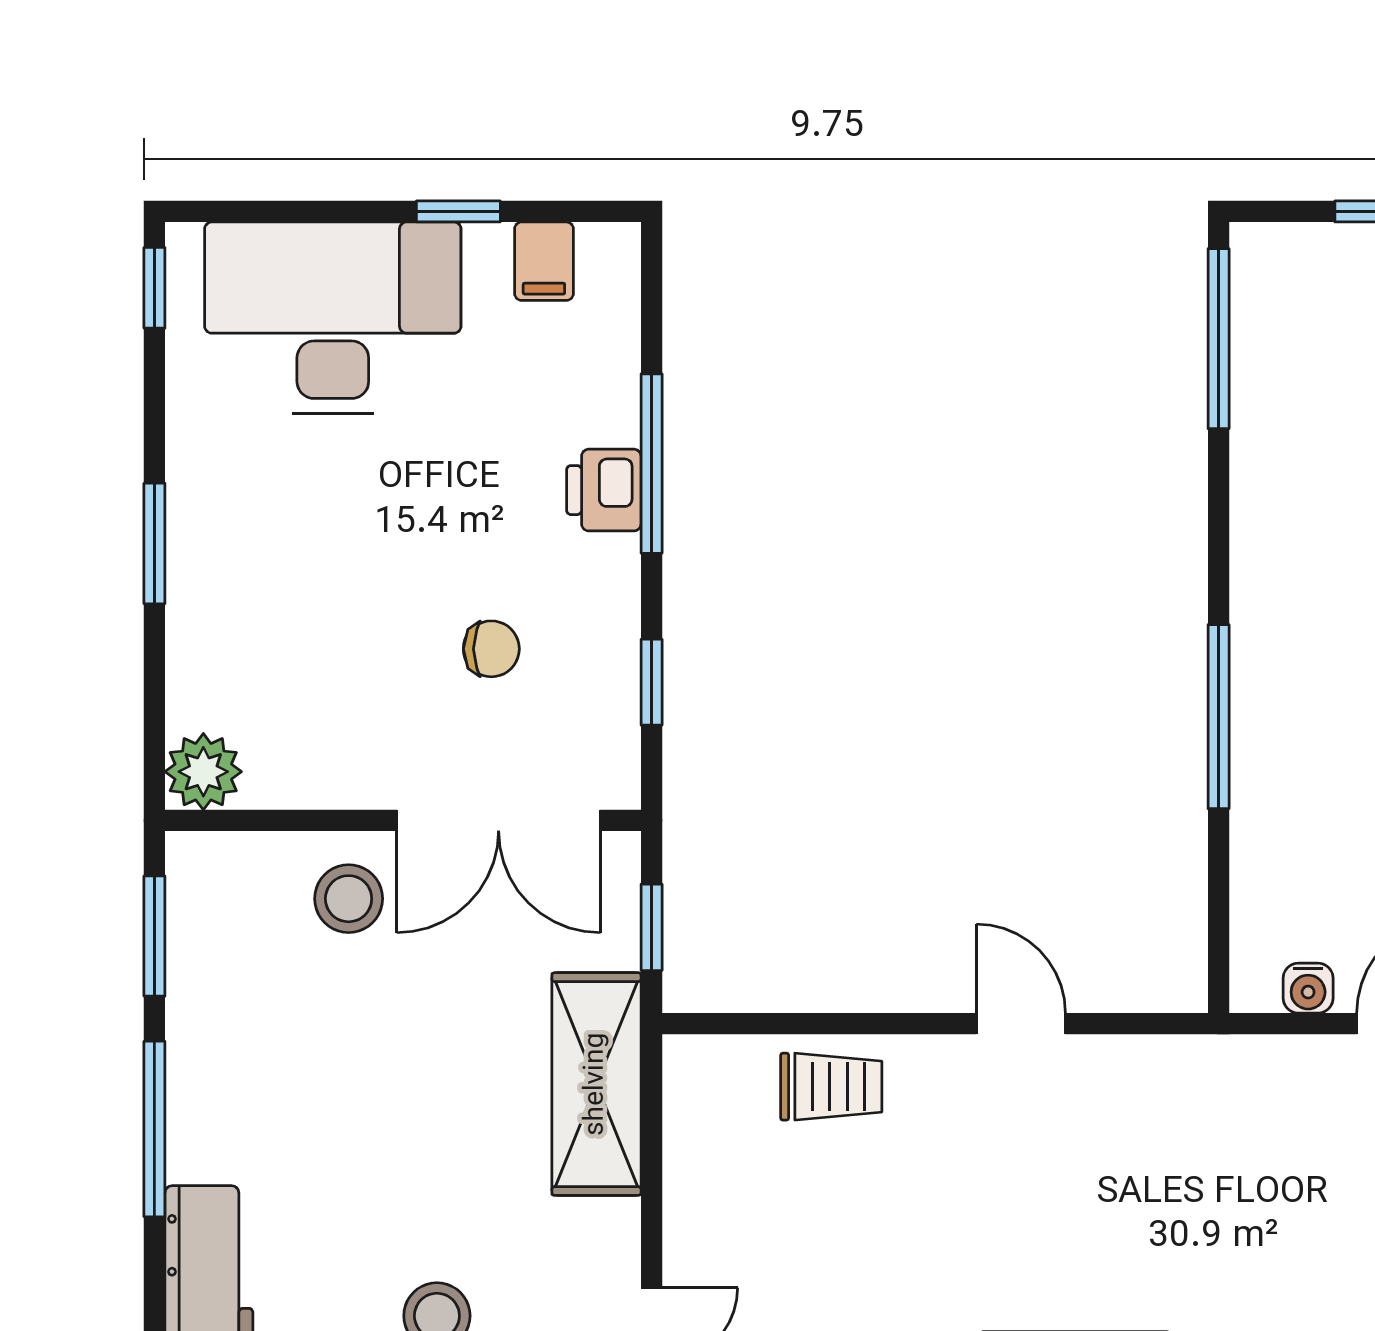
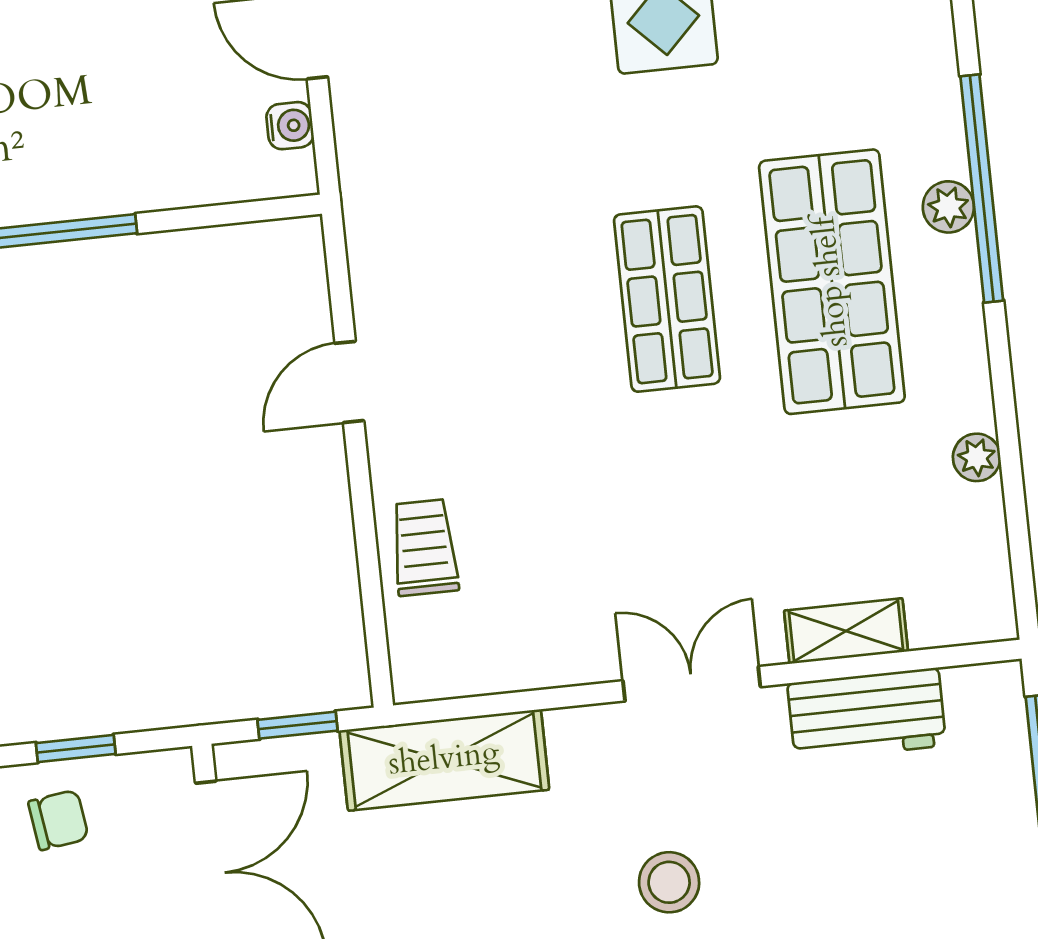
chair: (491, 649) -> (58, 820), moved, turned 82

